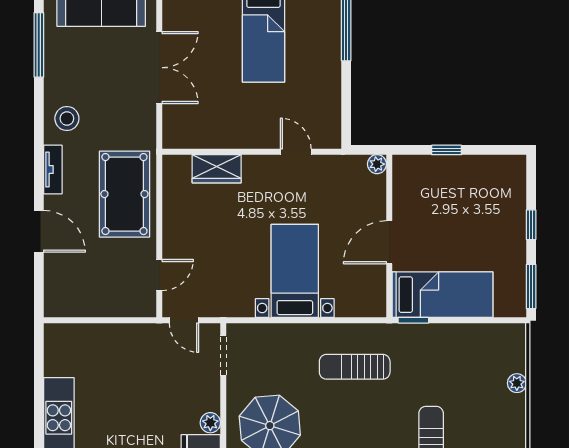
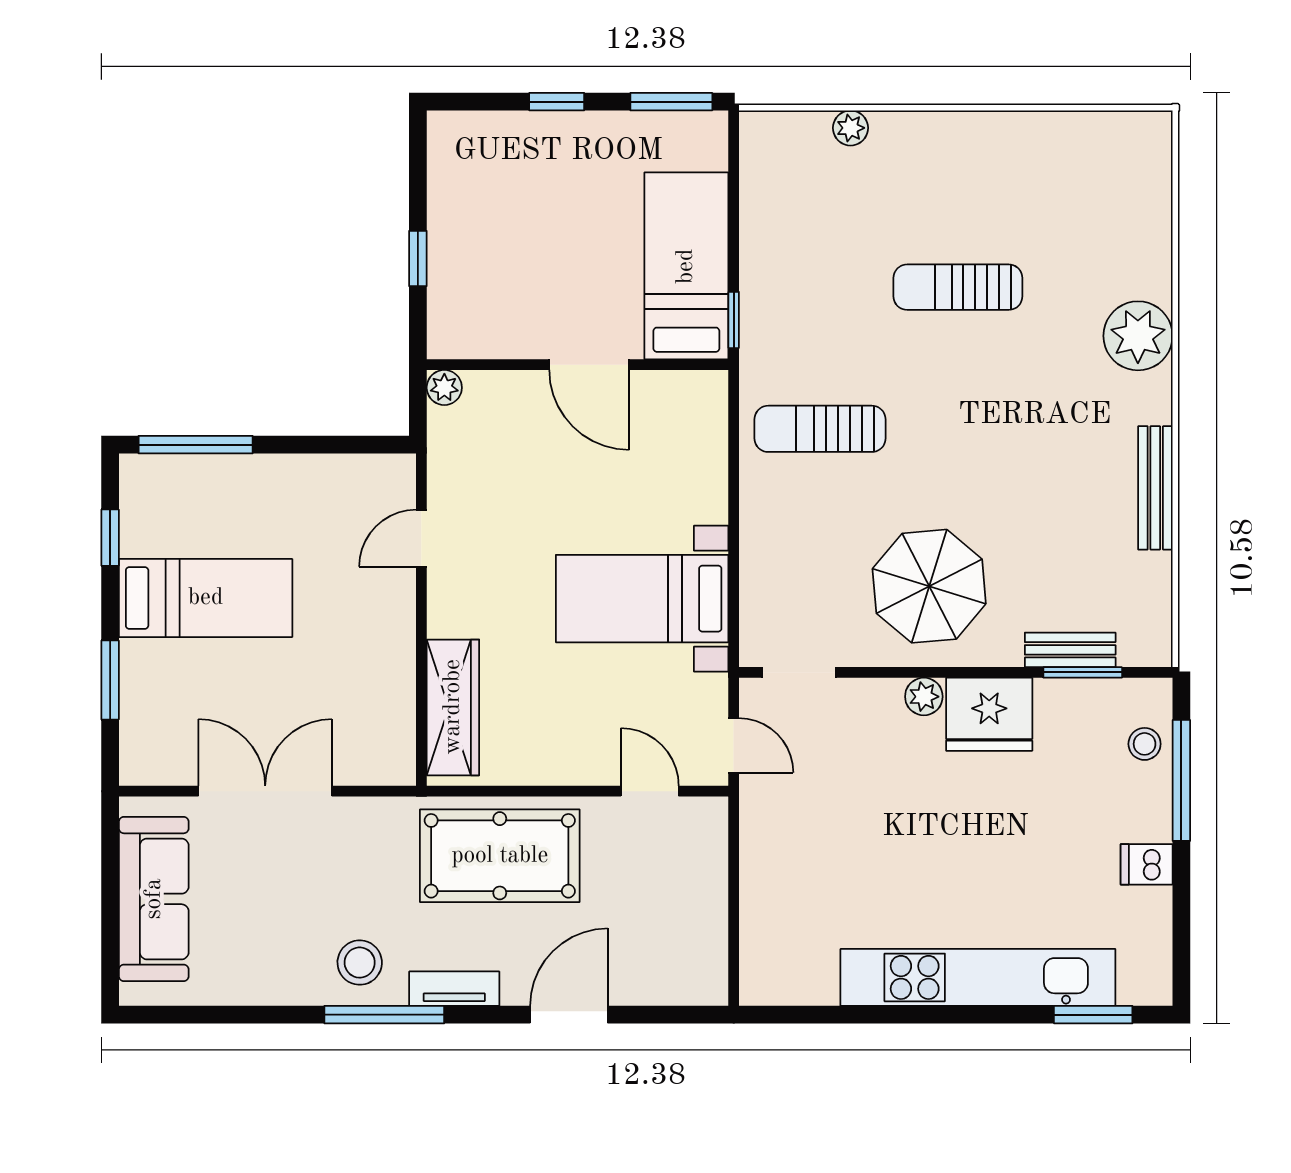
window: (39, 45) -> (384, 1015), moved
wardrobe: (217, 169) -> (453, 707), width x1.50
bed with nightstands: (295, 271) -> (642, 599), moved
door: (184, 320) -> (734, 745), hinge flipped
sun lounger: (355, 367) -> (820, 429), turned 90

